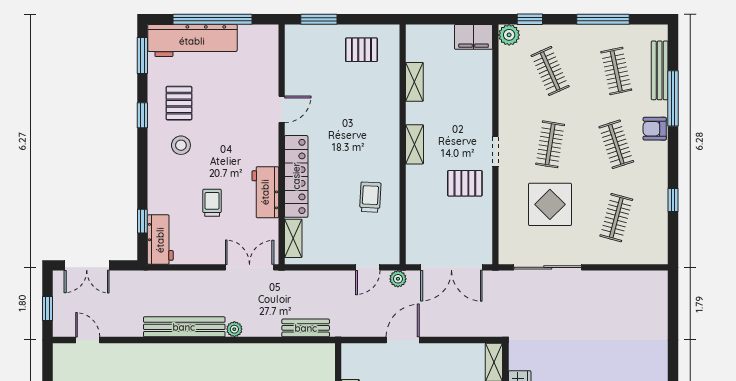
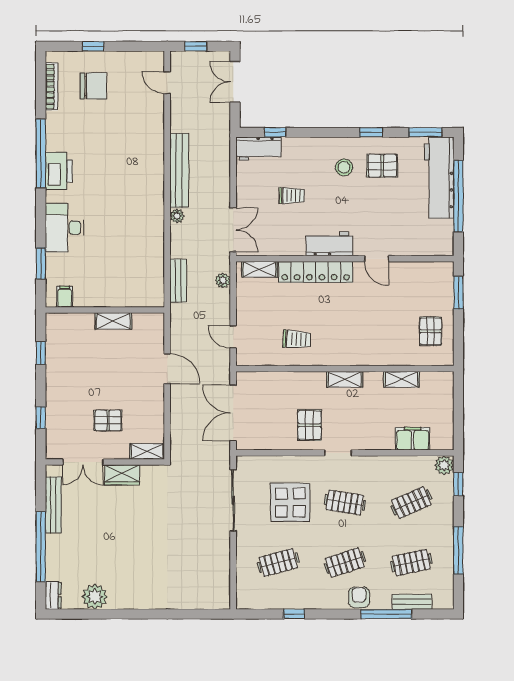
filing cabinet: (474, 37) -> (413, 439), moved, turned 90
bench: (660, 70) -> (412, 602), width x0.73
workbench: (265, 192) -> (329, 244), moved
clothes rail: (616, 218) -> (278, 563), turned -30
plant: (398, 279) -> (223, 280), moved
door: (88, 340) -> (167, 83), swing flipped

